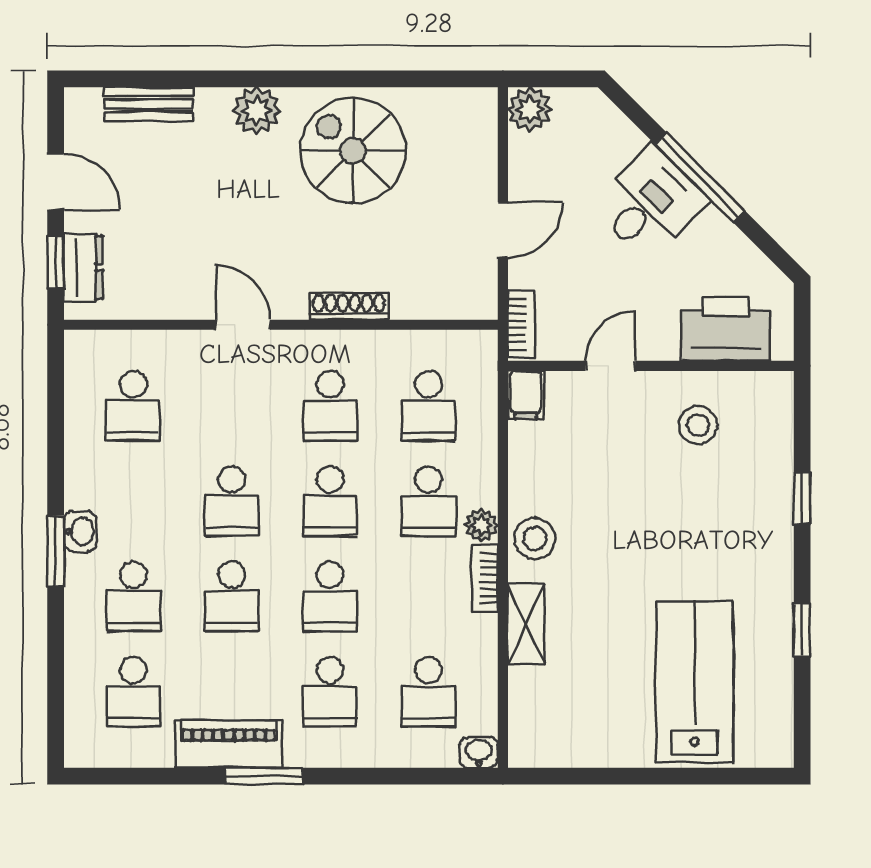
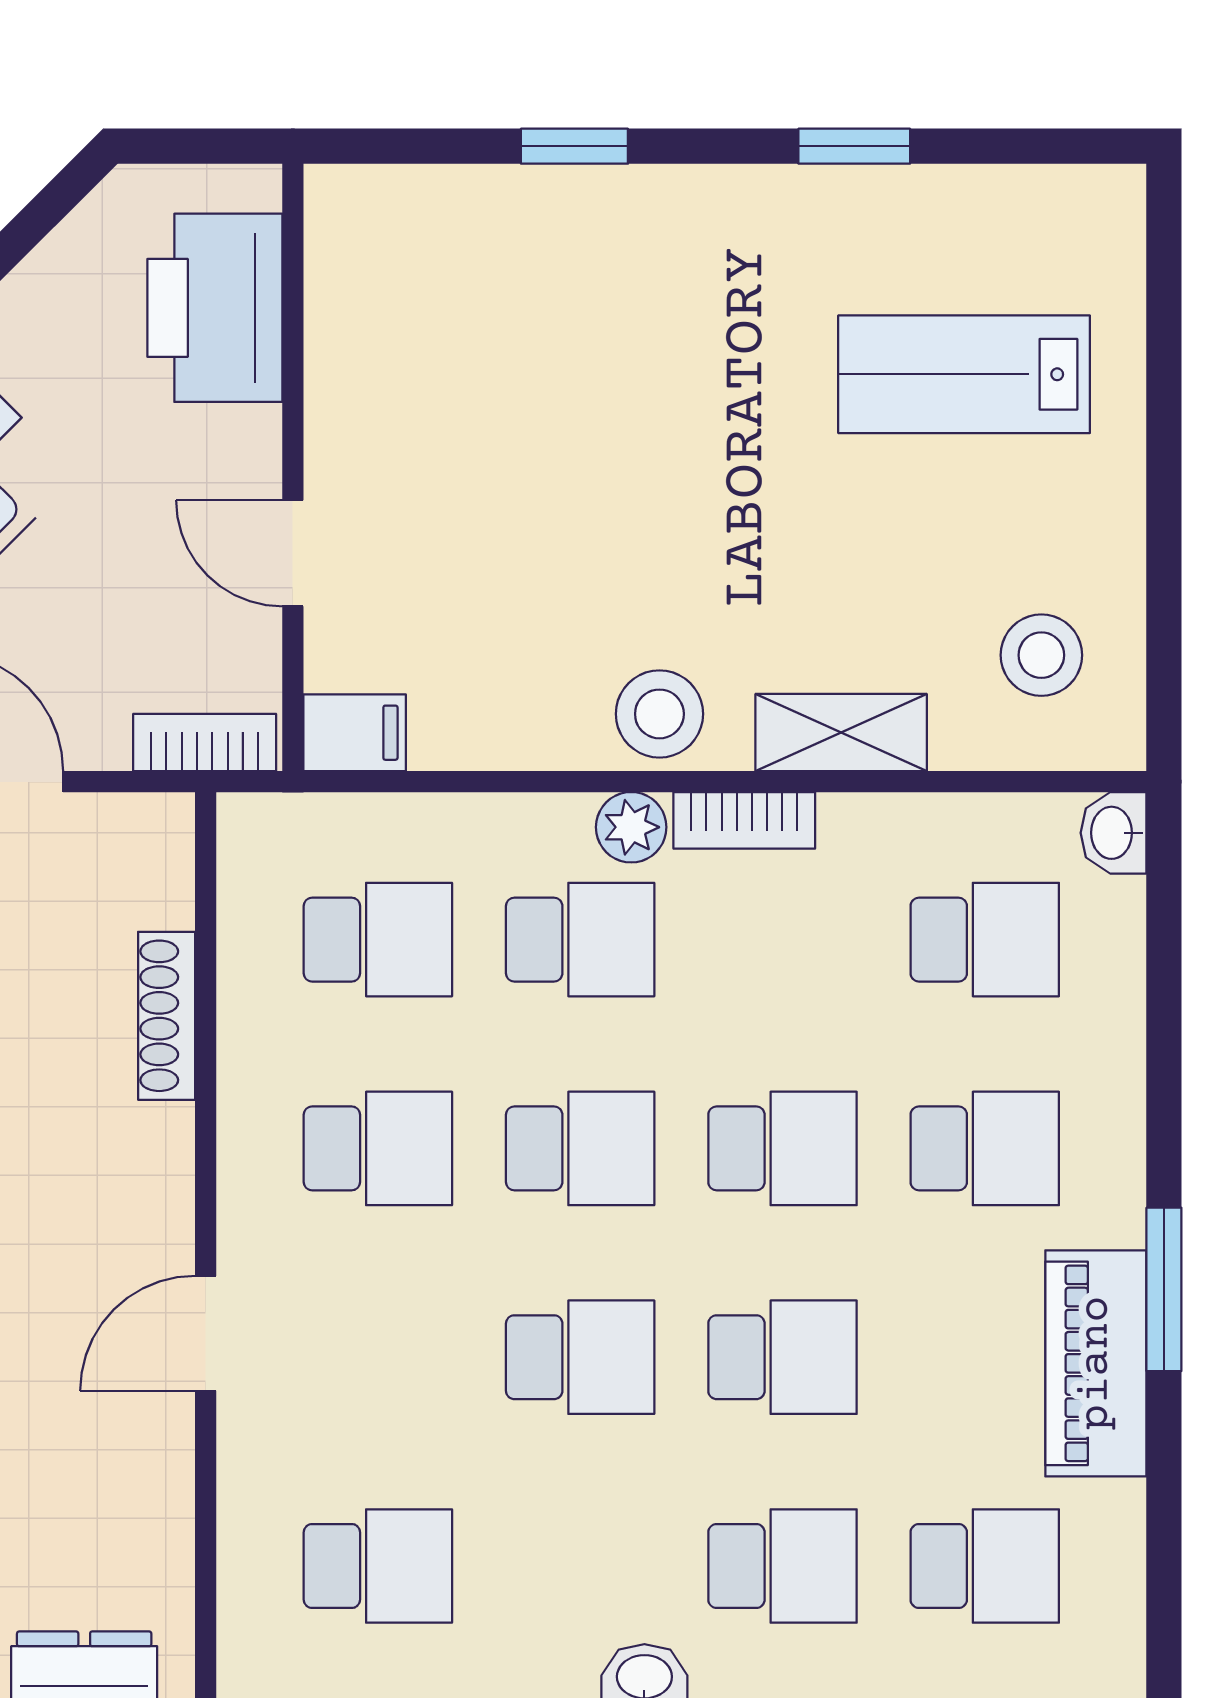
shoe rack: (349, 306) -> (167, 1016), moved
stool: (698, 425) -> (1041, 655), moved
lab bench: (695, 682) -> (964, 374), width x0.73, depth x0.72

